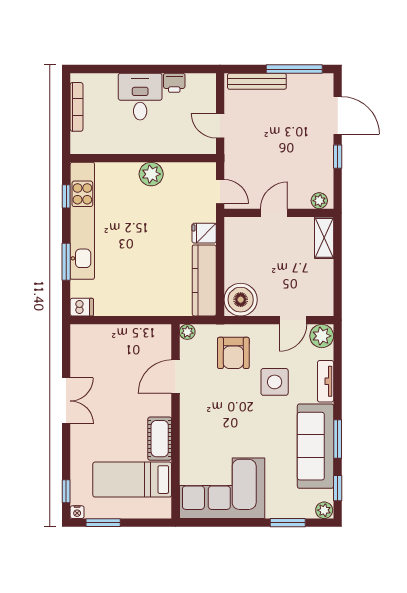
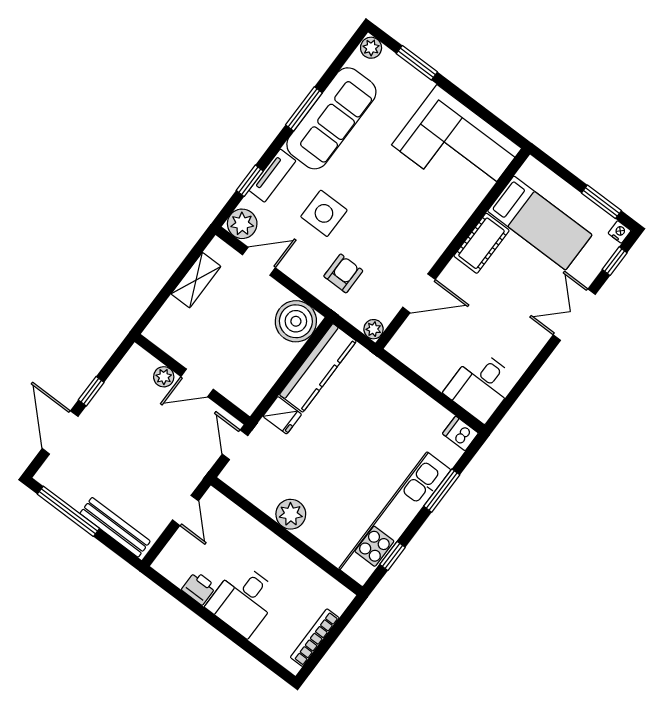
plant: (319, 201) -> (164, 377), moved
shelving: (324, 238) -> (196, 280), moved
desk: (92, 347) -> (481, 386), added
armchair: (233, 353) -> (343, 273), width x0.72, depth x0.72
double door: (66, 401) -> (574, 315), moved
window: (338, 488) -> (250, 181), moved

